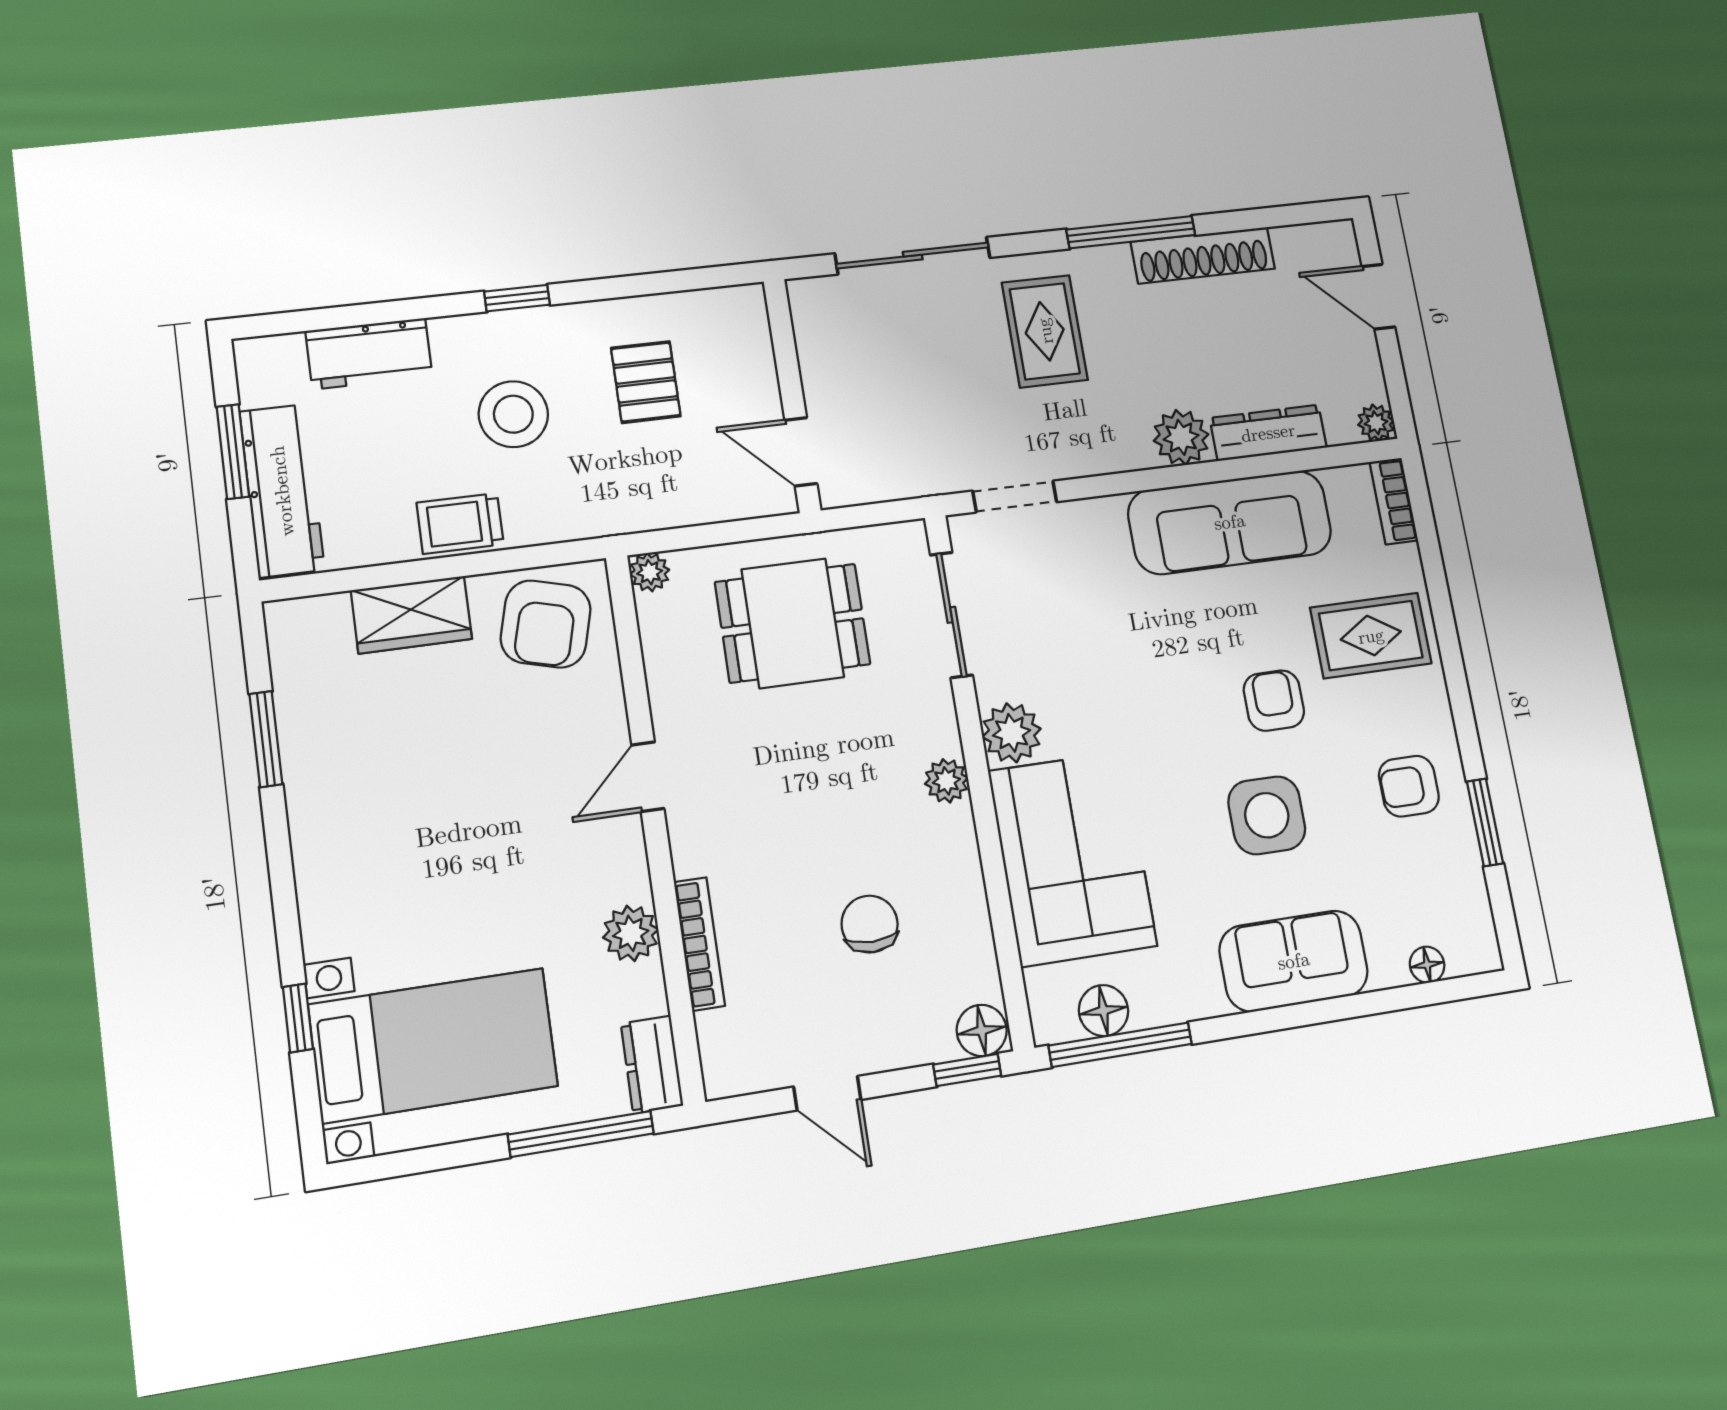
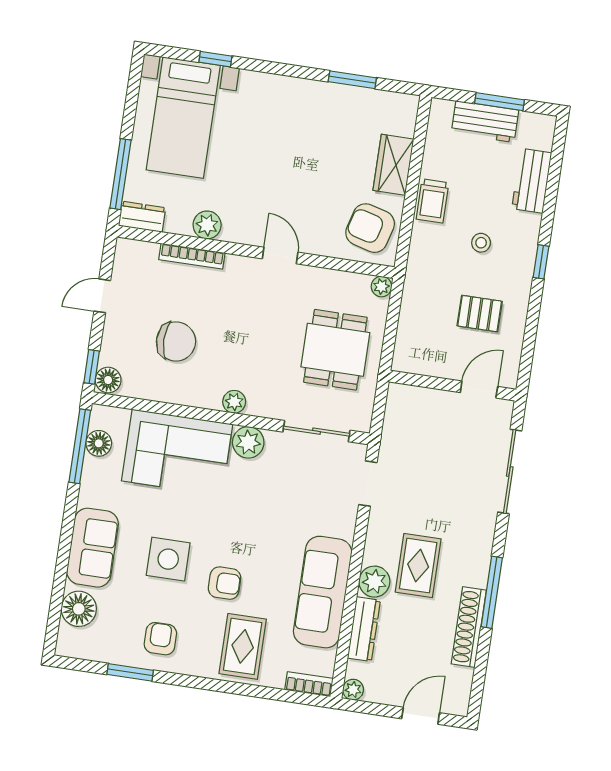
rug: (1045, 331) -> (418, 566), moved, turned 90
stool: (513, 414) -> (481, 243), width x0.53, depth x0.53
door: (801, 452) -> (479, 390), moved
workbench: (282, 491) -> (485, 122), width x0.73
trolley: (460, 523) -> (432, 201), turned 180
chair: (870, 924) -> (176, 341), width x1.37, depth x1.37
floor lamp: (1427, 965) -> (79, 609), width x1.89, depth x1.89

